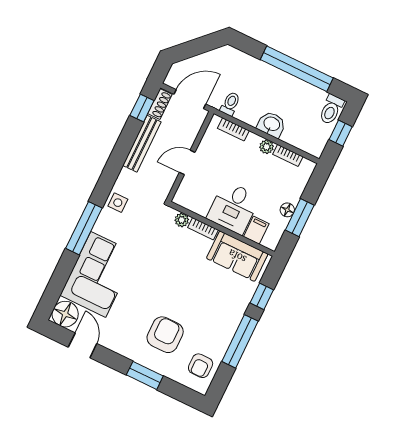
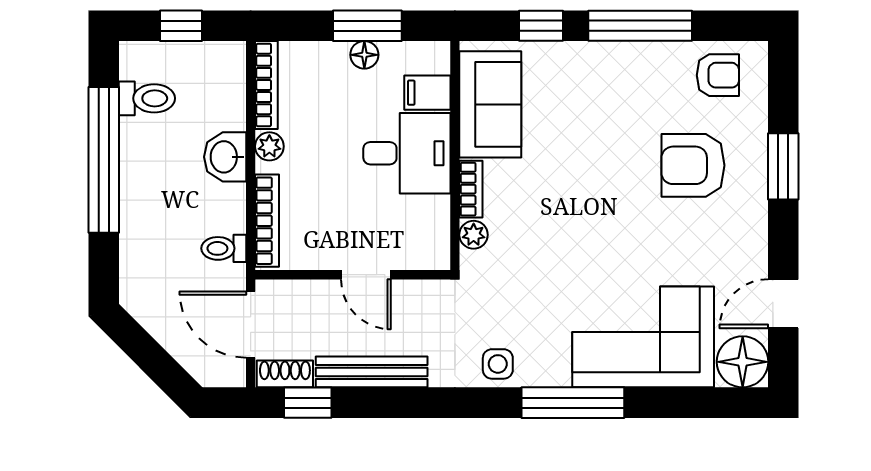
toilet: (331, 109) -> (147, 98), moved
bookcase: (233, 129) -> (267, 221), width x1.56
bookcase: (288, 155) -> (266, 85), width x1.56

